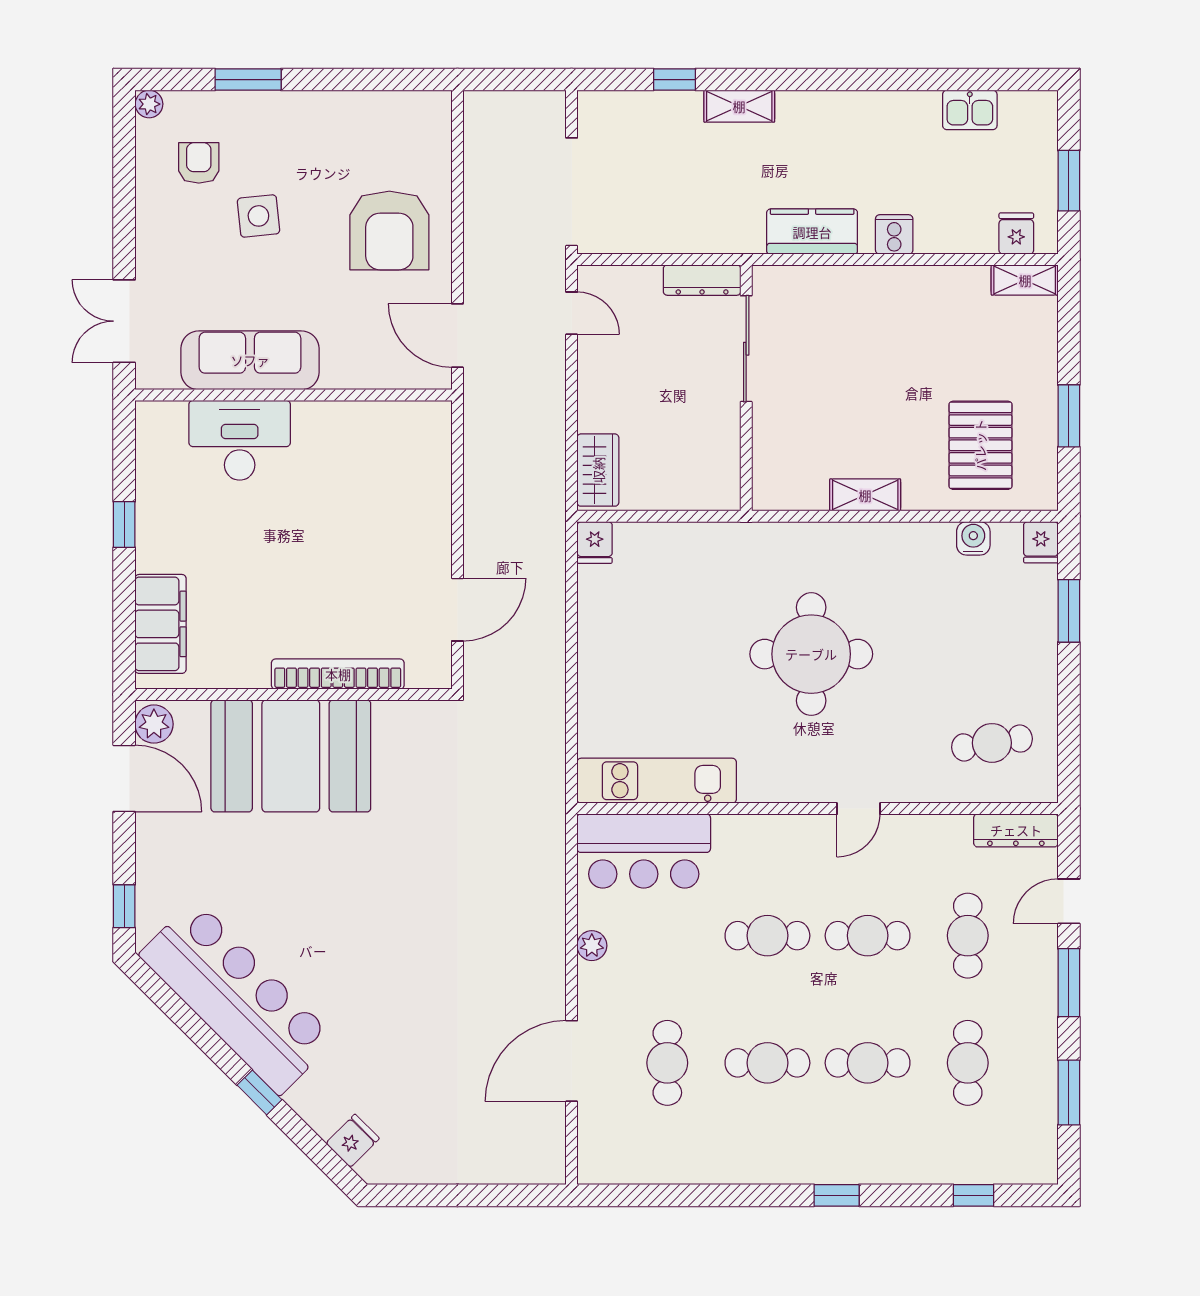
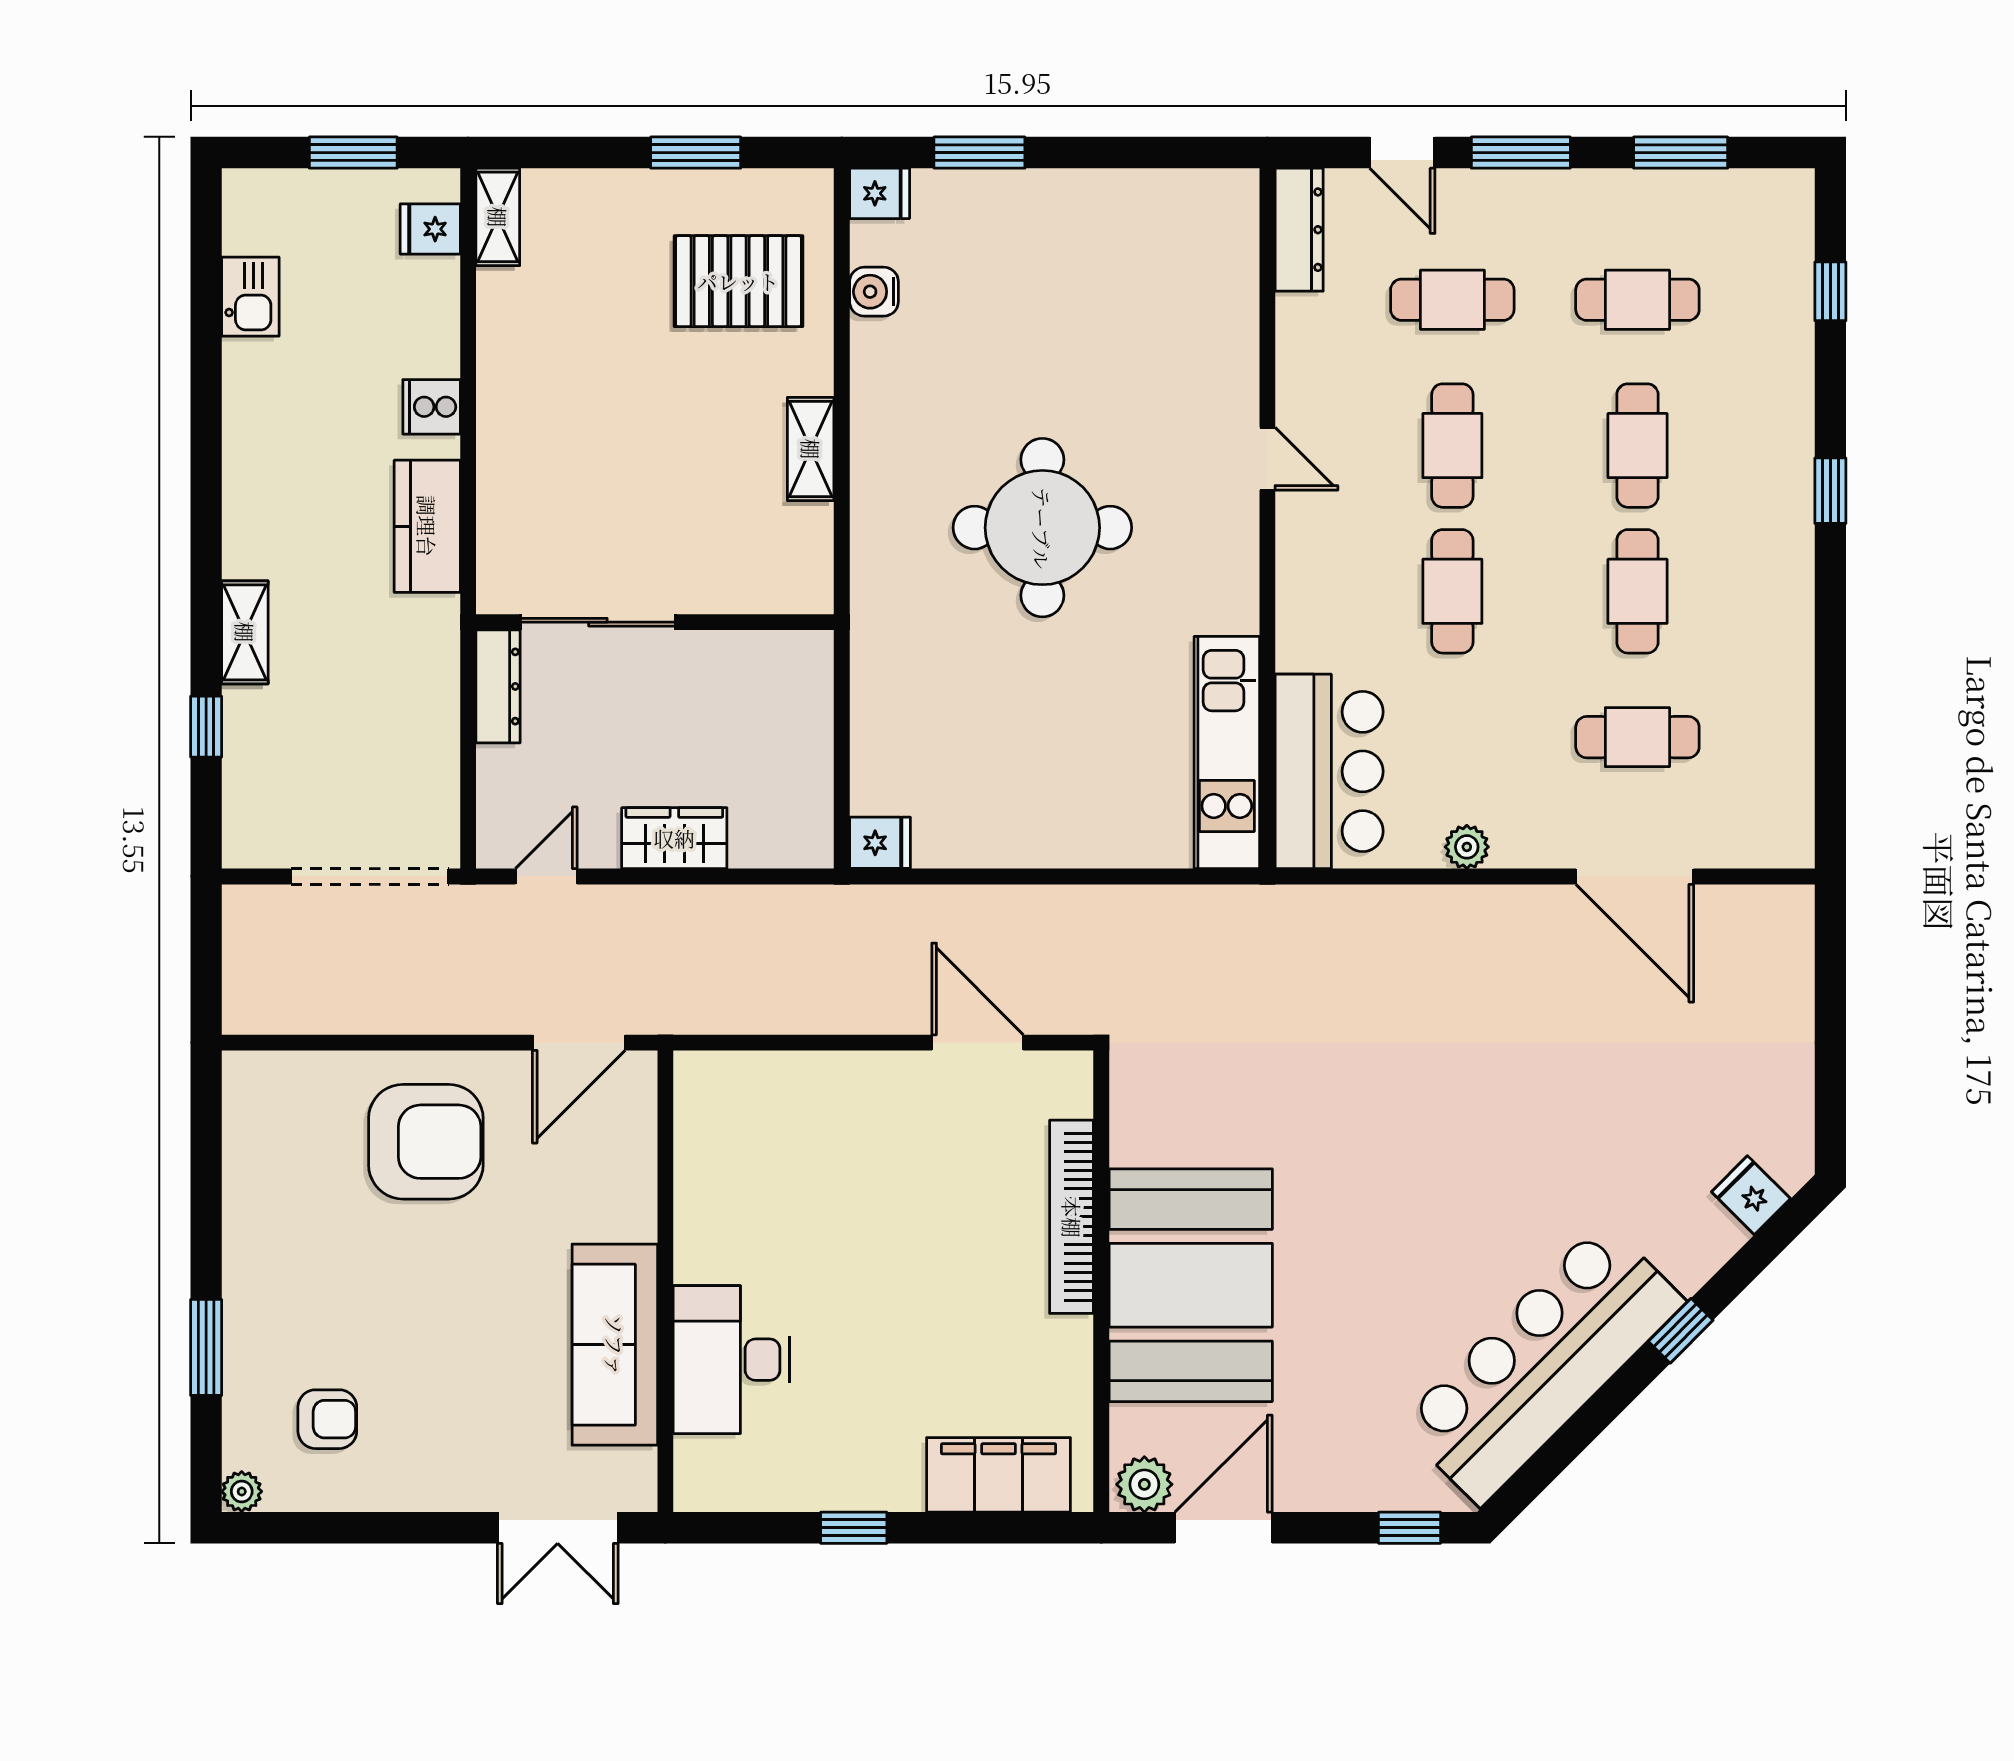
armchair: (199, 163) -> (327, 1419), turned 180
side table: (258, 216) -> (405, 1332), removed
wardrobe: (598, 470) -> (674, 838), moved
cafe table: (992, 743) -> (1172, 264), removed

